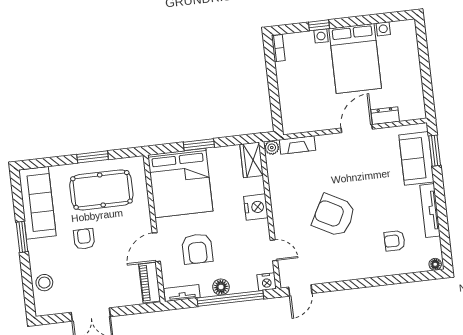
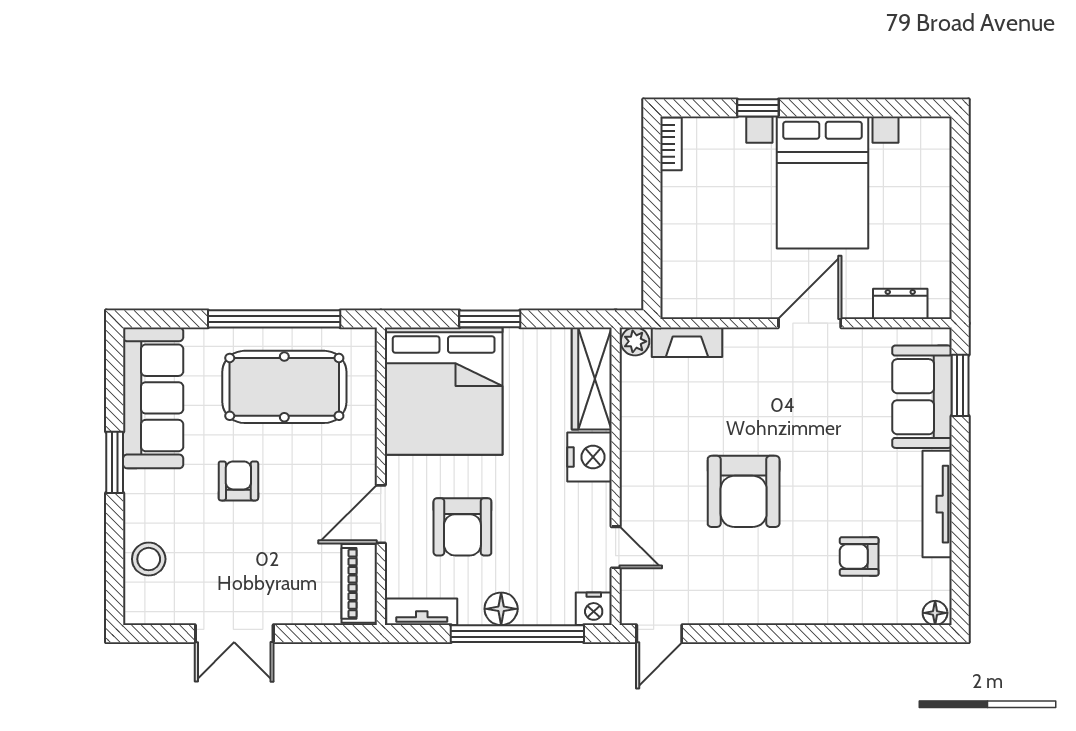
dresser: (385, 116) -> (900, 304), moved
window: (93, 157) -> (274, 319), width x2.11
wardrobe: (252, 160) -> (592, 378), width x1.50
armchair: (334, 215) -> (744, 491), turned -118

